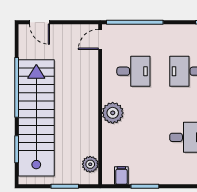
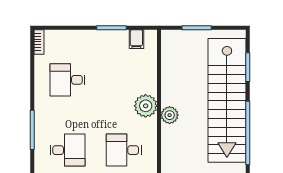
plant: (90, 164) -> (170, 115), moved

